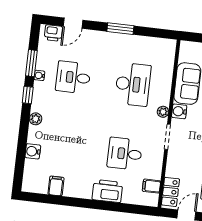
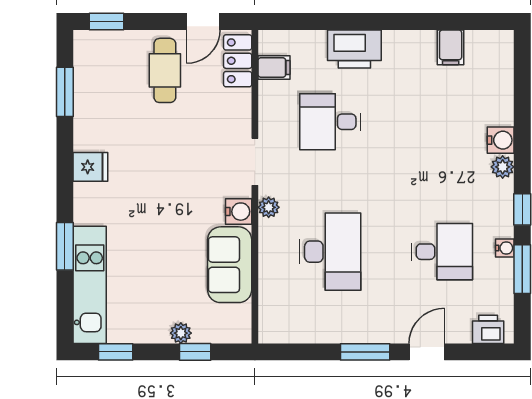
door: (73, 23) -> (427, 352), moved
desk: (133, 84) -> (330, 252), turned 180
water cooler: (33, 151) -> (501, 140), moved
desk: (125, 154) -> (330, 122), turned 180

